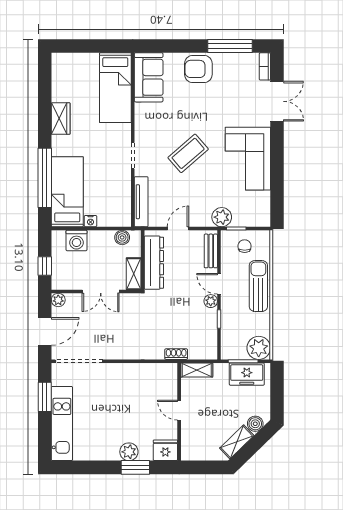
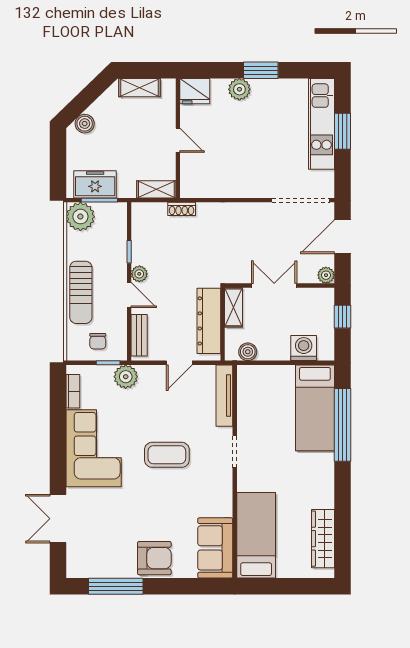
bookcase: (265, 66) -> (73, 391), moved
wardrobe: (61, 119) -> (323, 539), moved, width x1.50
coffee table: (188, 153) -> (167, 455), turned 41
nightstand: (90, 221) -> (286, 372), removed
window: (45, 397) -> (342, 131), moved
shelving: (237, 442) -> (140, 88), moved, turned 44
window: (135, 467) -> (261, 70), moved

